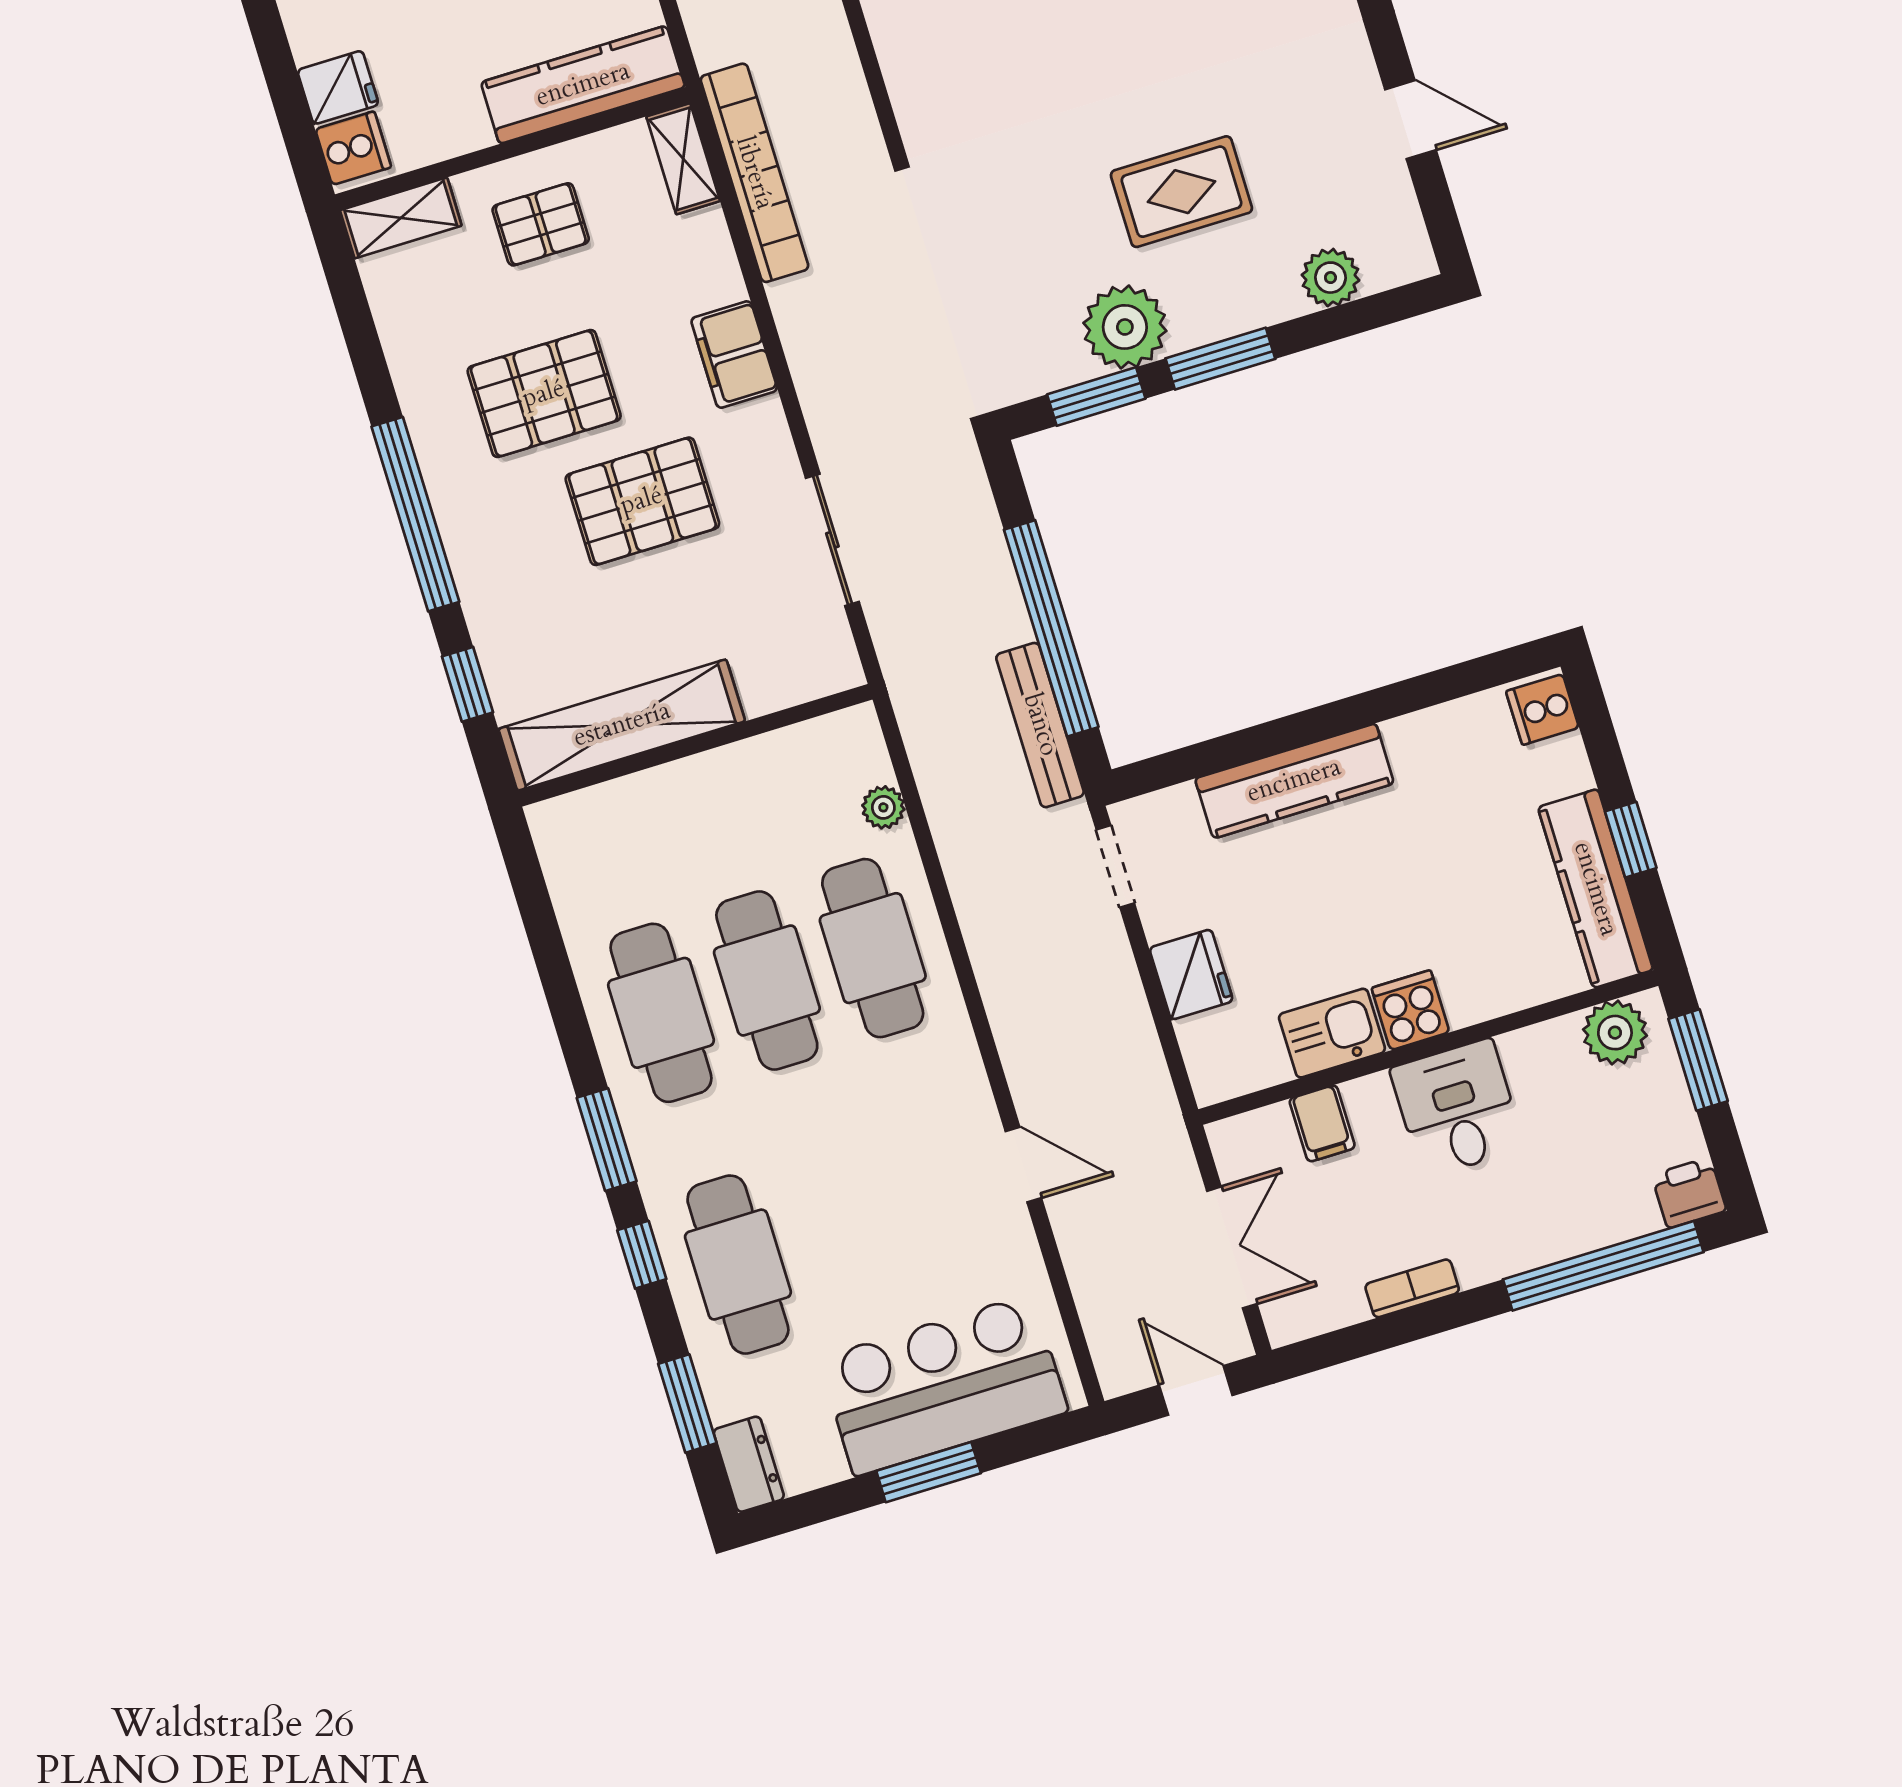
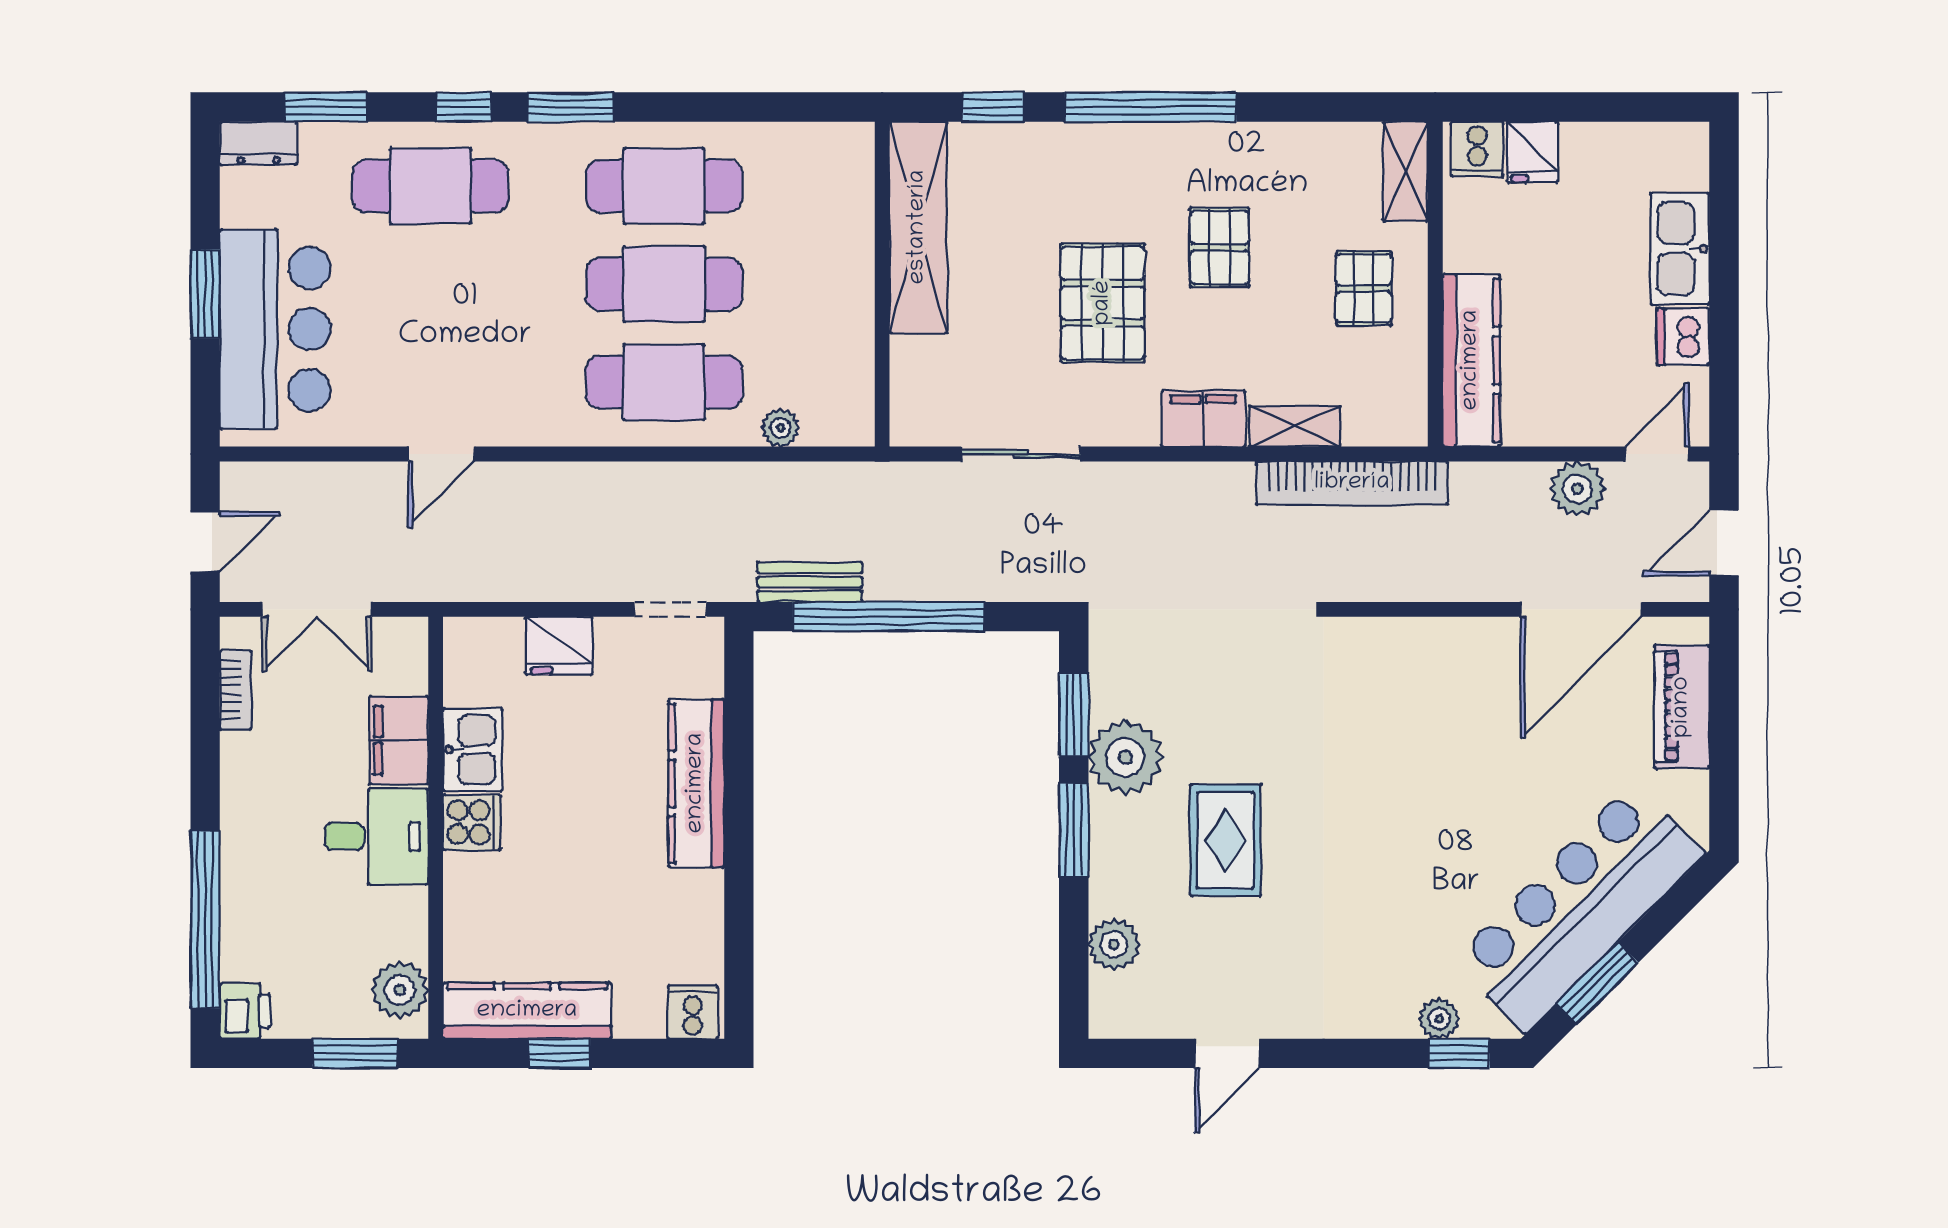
shelving: (683, 159) -> (1295, 426), moved
pallet: (544, 394) -> (1219, 247), width x0.67, depth x0.71
bench: (1040, 725) -> (810, 582), width x0.73
filing cabinet: (1322, 1123) -> (399, 740), width x2.00
bookcase: (1412, 1288) -> (236, 690), moved

